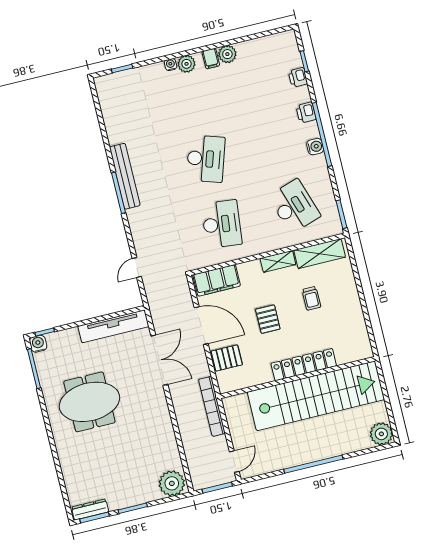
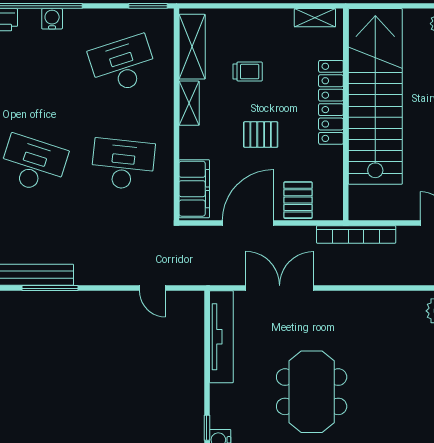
shelving: (363, 338) -> (315, 18), added

